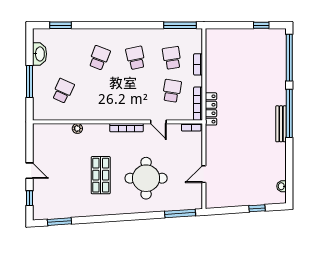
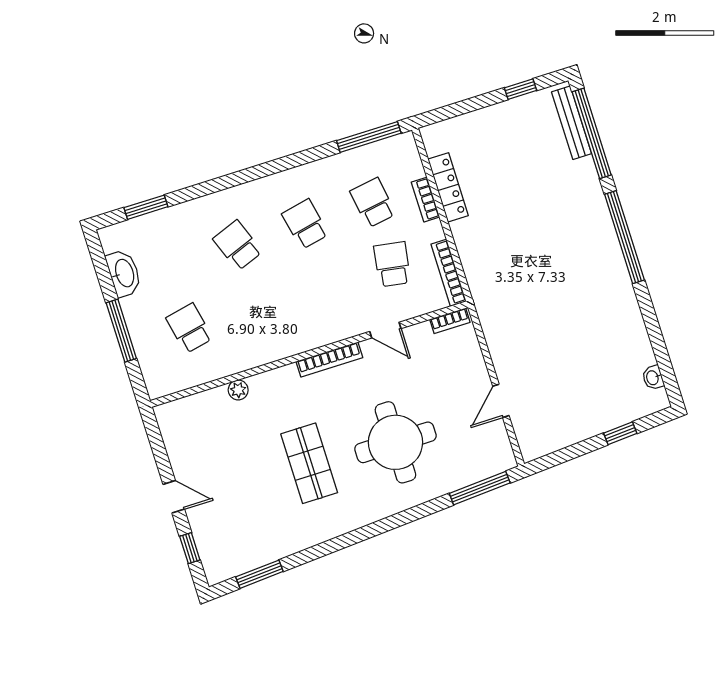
school desk: (99, 58) -> (238, 245), turned -42
school desk: (63, 91) -> (189, 328), turned -36
locker: (211, 109) -> (448, 187), moved
bench: (281, 124) -> (572, 123), moved

